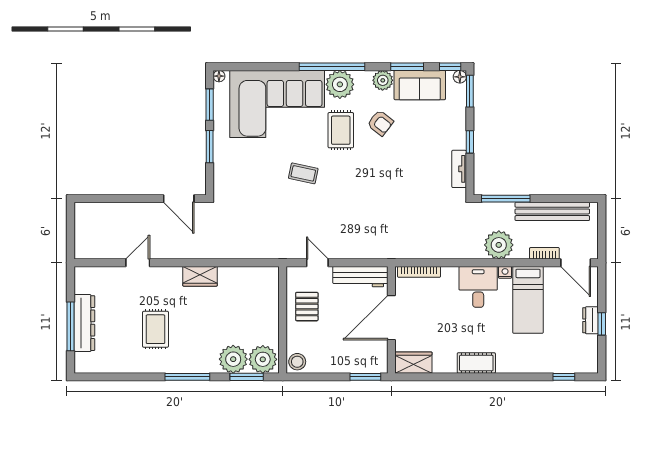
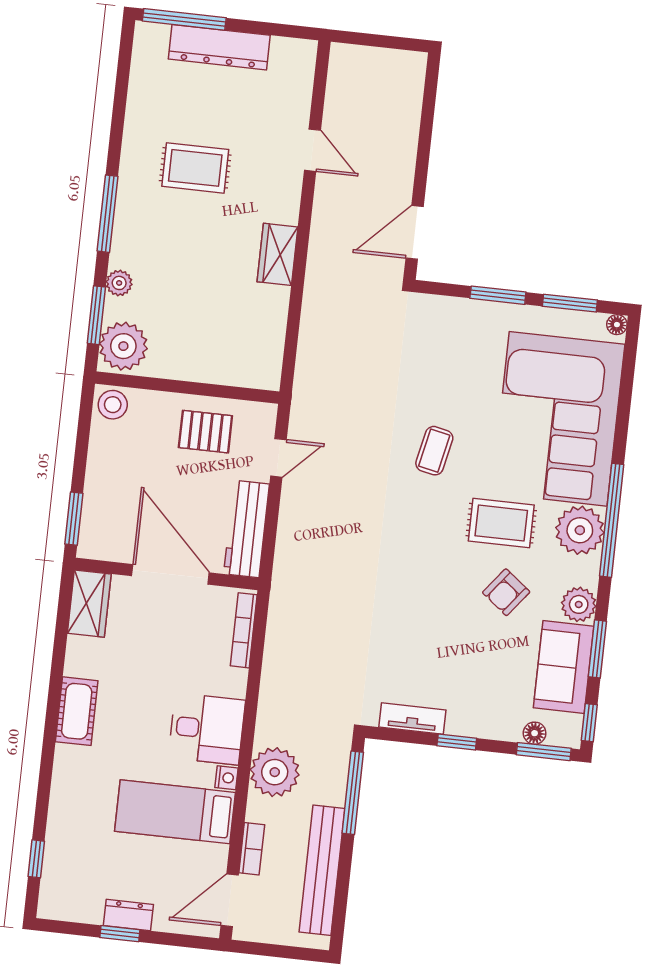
floor lamp: (460, 77) -> (535, 733), moved
window: (71, 326) -> (184, 19), moved
plant: (233, 359) -> (119, 283), width x0.53, depth x0.53

